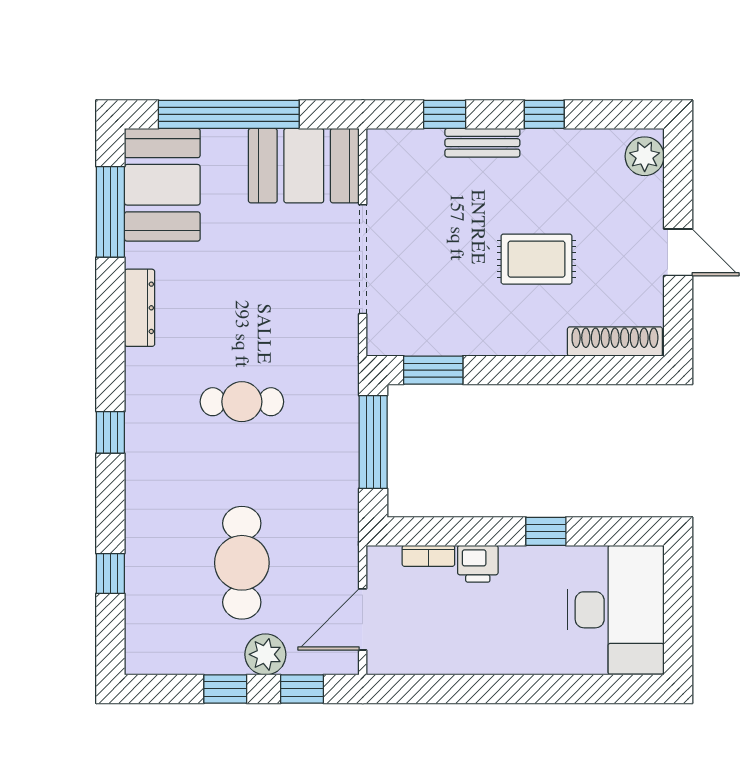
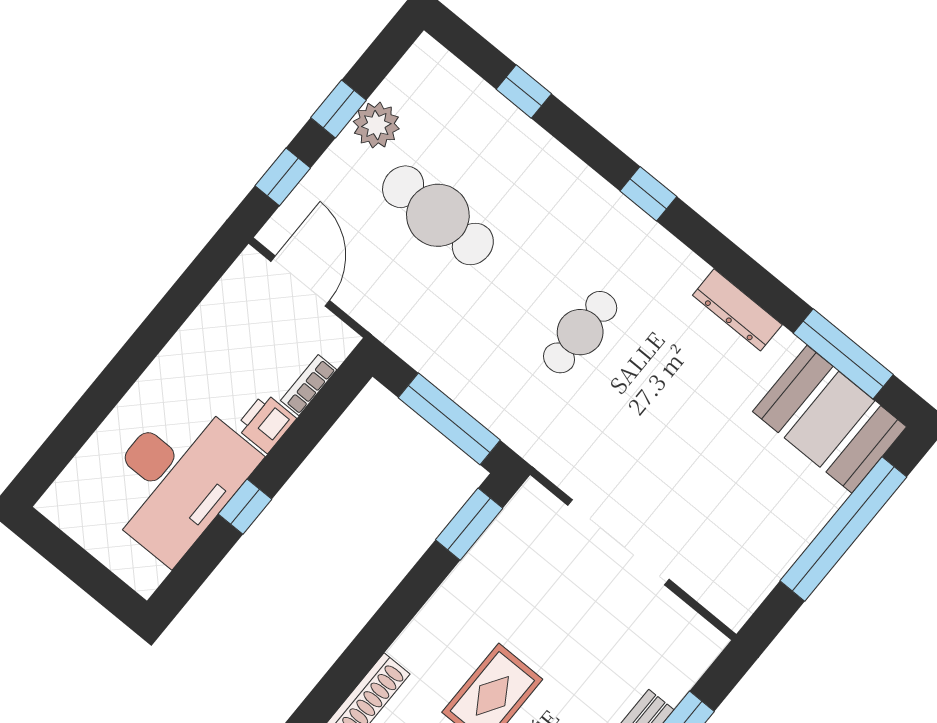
booth: (304, 166) -> (744, 558), removed
desk: (616, 610) -> (176, 479), moved, turned -90
plant: (265, 654) -> (376, 125), moved

